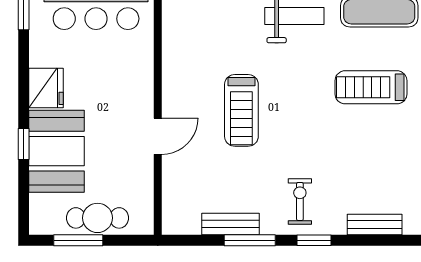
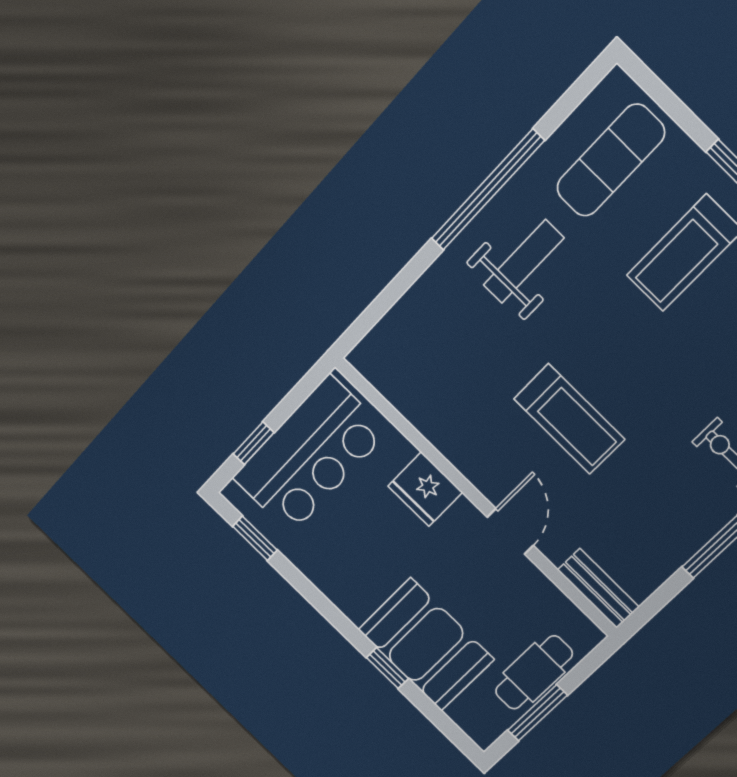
fridge: (46, 88) -> (425, 489), moved, turned 180
bench: (231, 224) -> (598, 588), moved, turned 90

